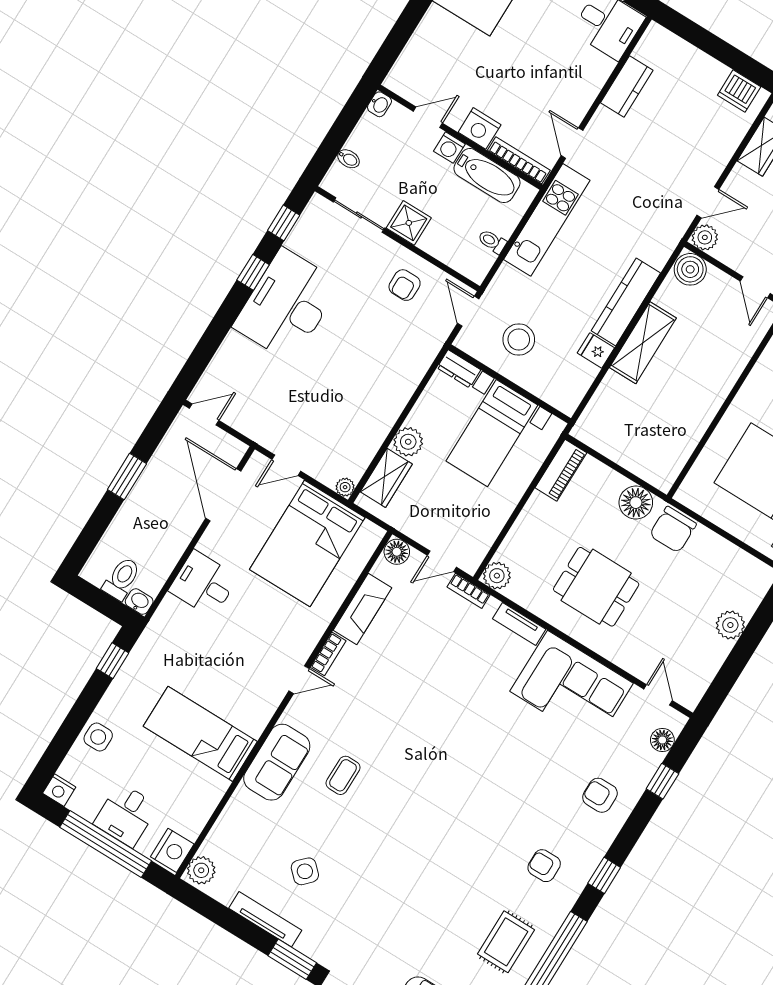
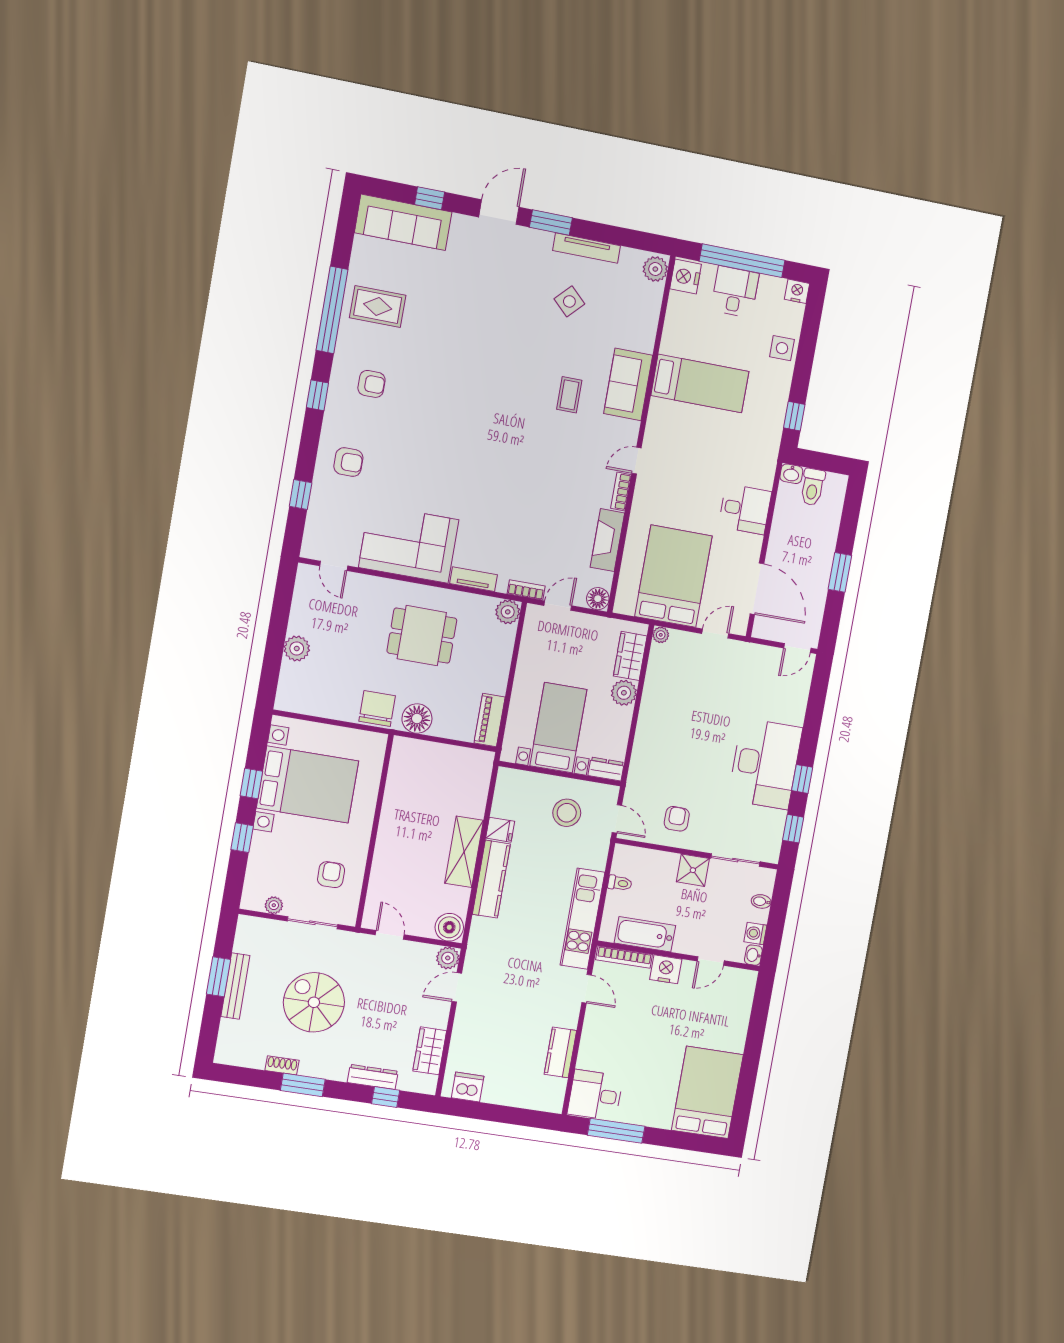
washing machine: (449, 148) -> (755, 933), moved, turned -90
floor lamp: (662, 740) -> (315, 529), removed
rug: (506, 942) -> (378, 306), turned 90

